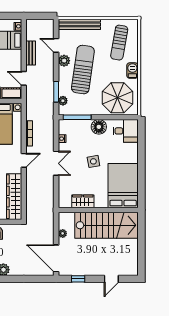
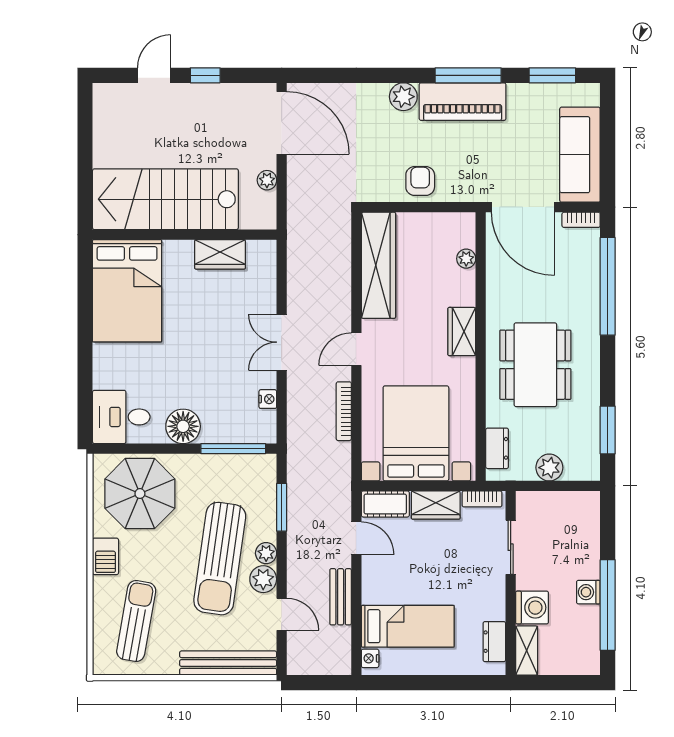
plant: (63, 101) -> (266, 553), moved
side table: (93, 161) -> (196, 347), removed
window: (78, 279) -> (205, 75), moved

